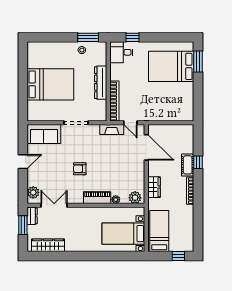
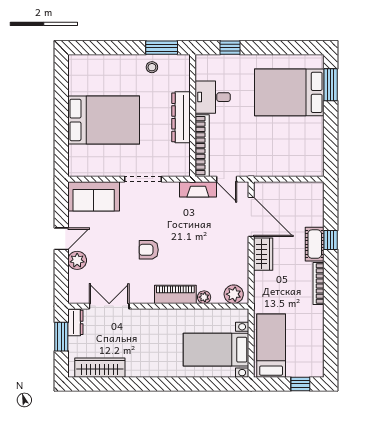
desk: (121, 52) -> (213, 97), moved
wardrobe: (154, 187) -> (263, 254), moved
plant: (33, 192) -> (77, 260), moved

